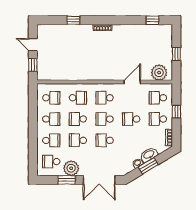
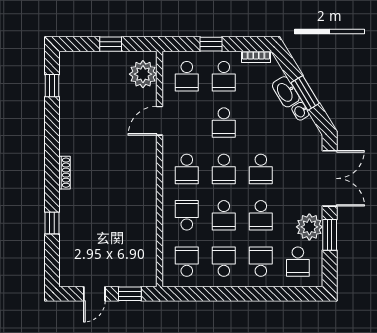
door: (132, 82) -> (159, 121), hinge flipped

